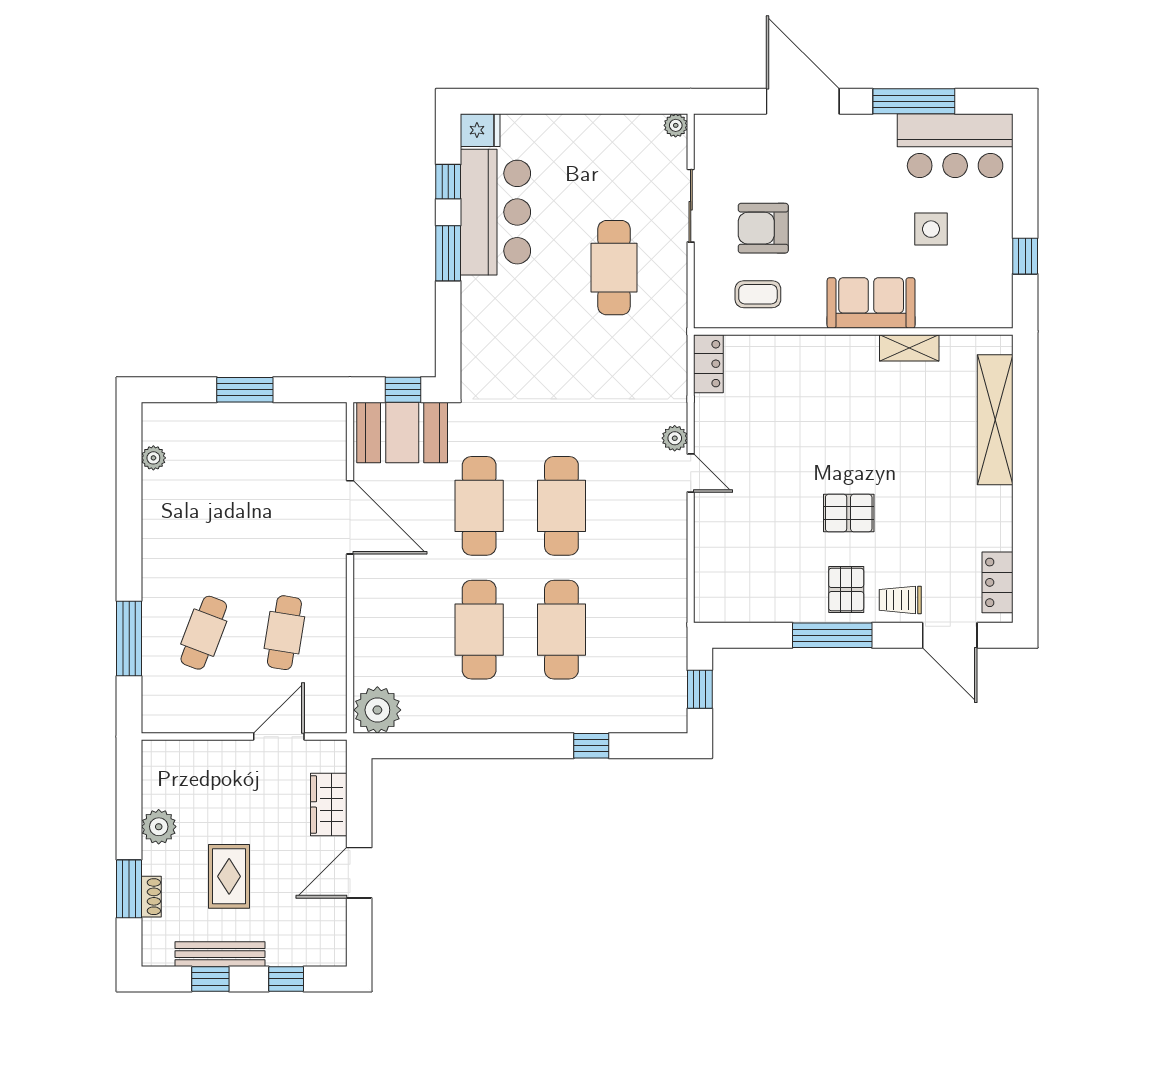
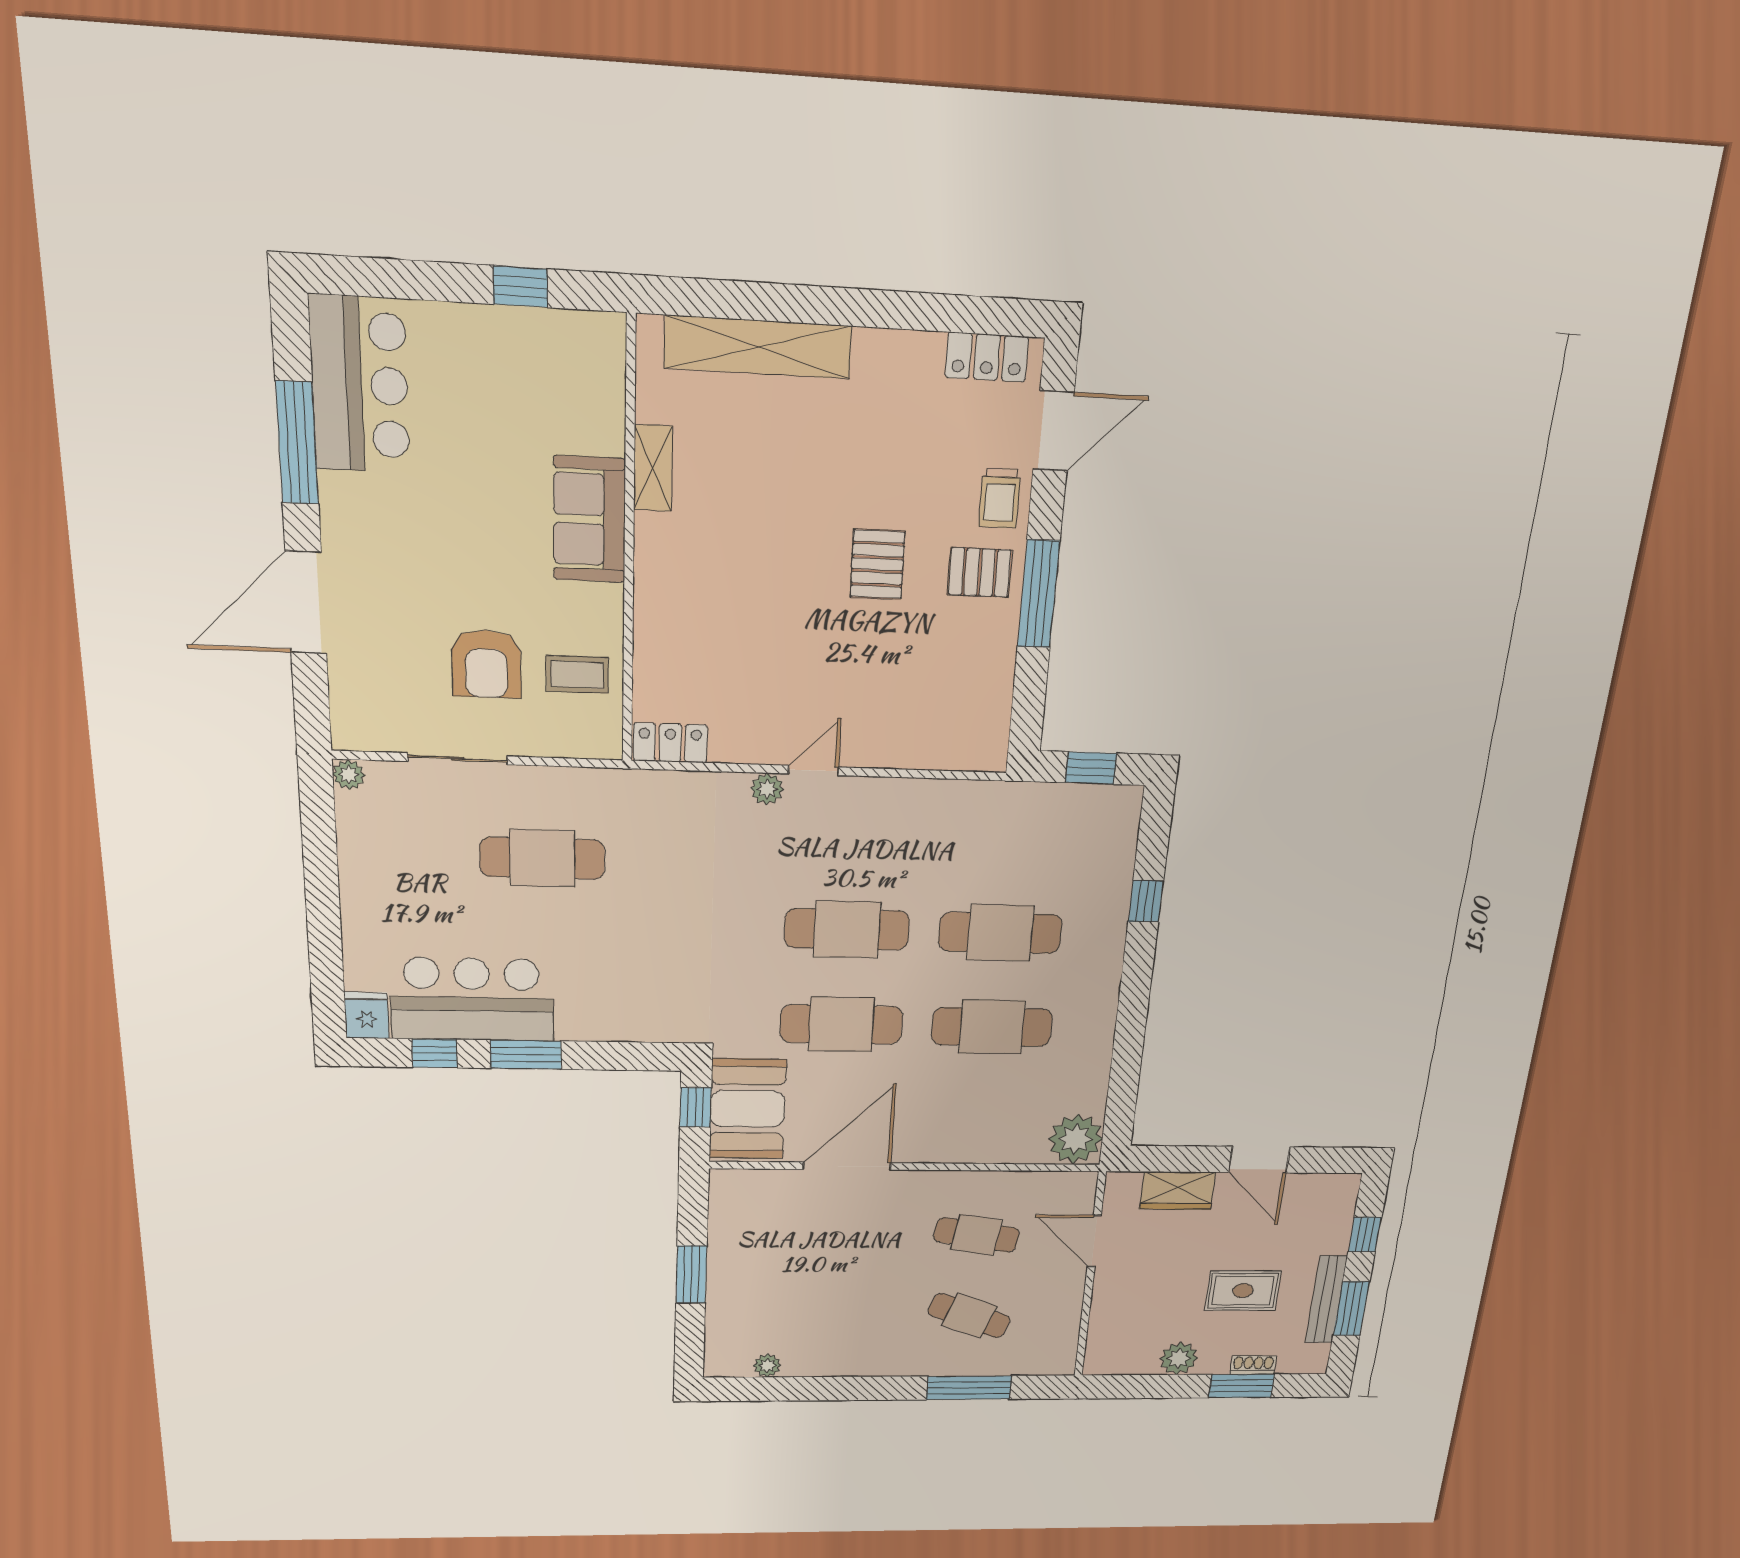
side table: (931, 229) -> (483, 427), removed
coffee table: (758, 294) -> (577, 675), turned 90
window: (210, 979) -> (1351, 1309), width x1.50

